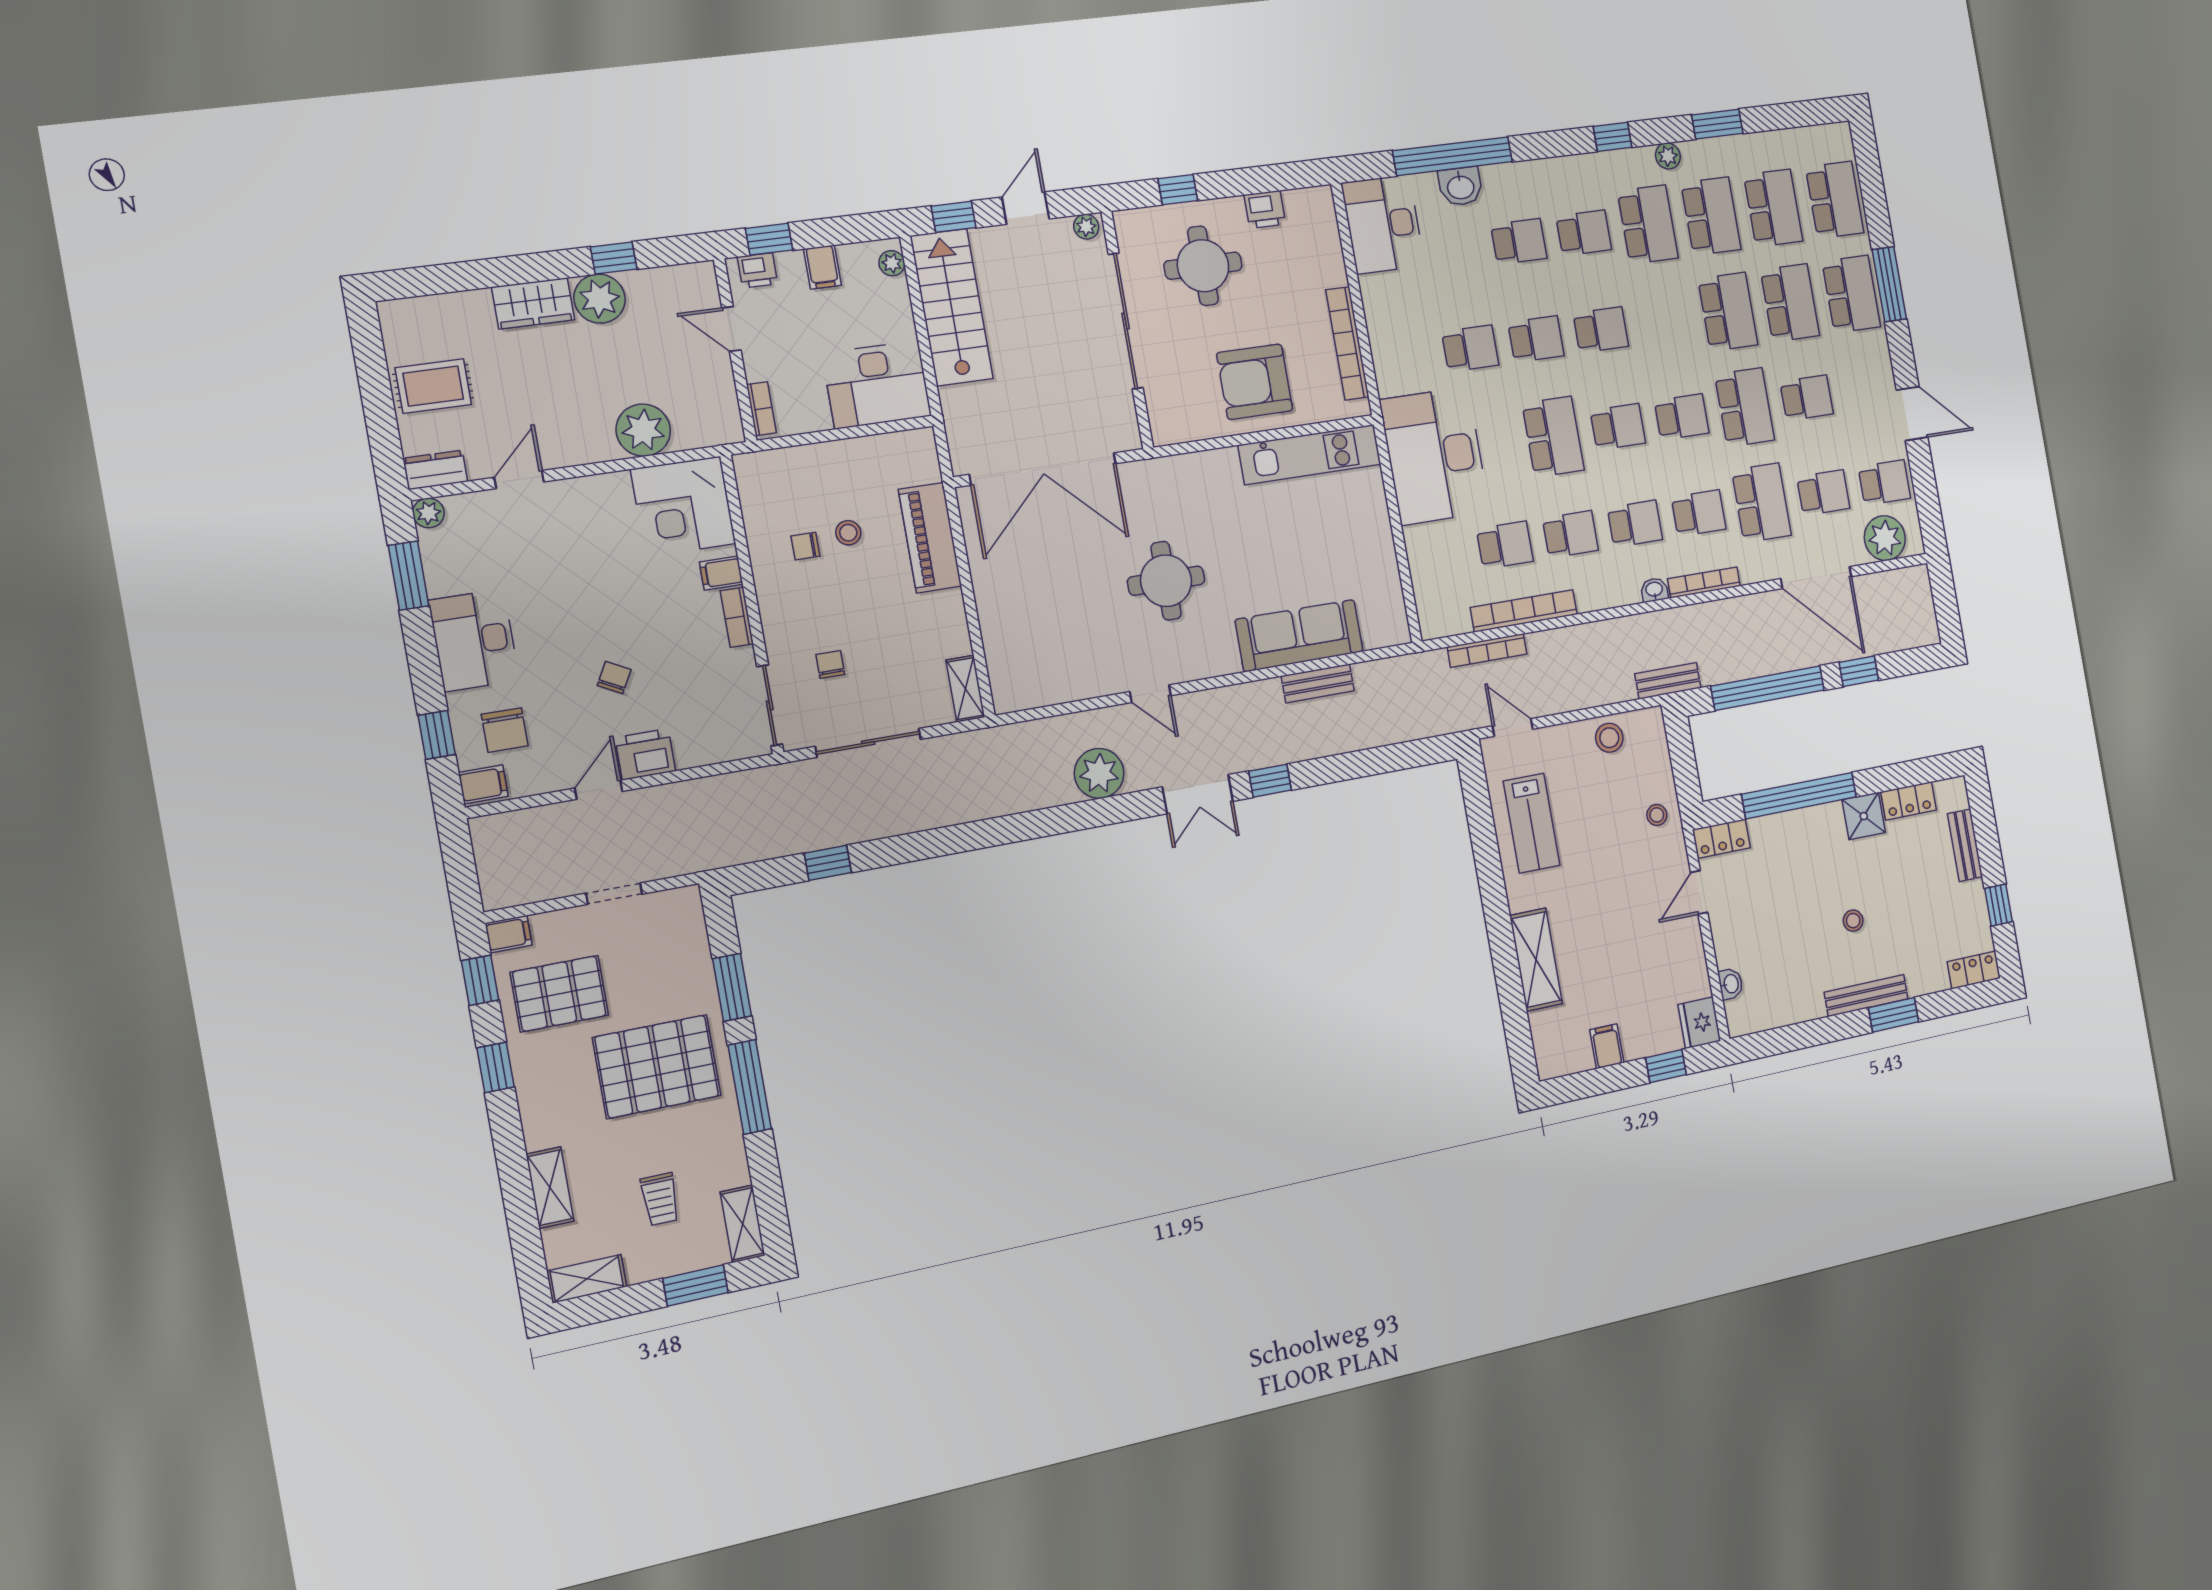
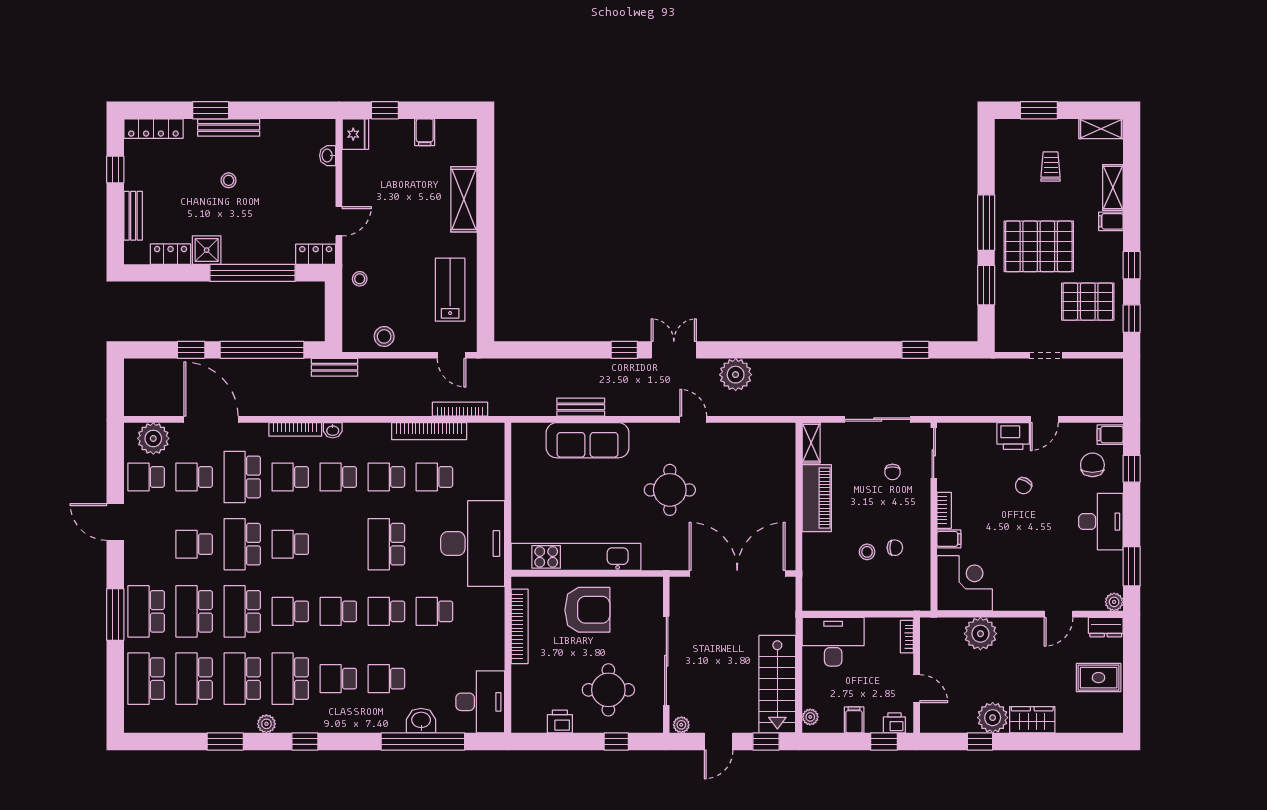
school desk: (1618, 427) -> (290, 611), moved
kitchen unit: (1310, 455) -> (576, 557), width x1.36
piano: (930, 538) -> (817, 498), moved
filing cabinet: (509, 934) -> (1111, 221), moved
locker: (1974, 970) -> (153, 129), width x1.53
shelving: (743, 1224) -> (1005, 141), removed

